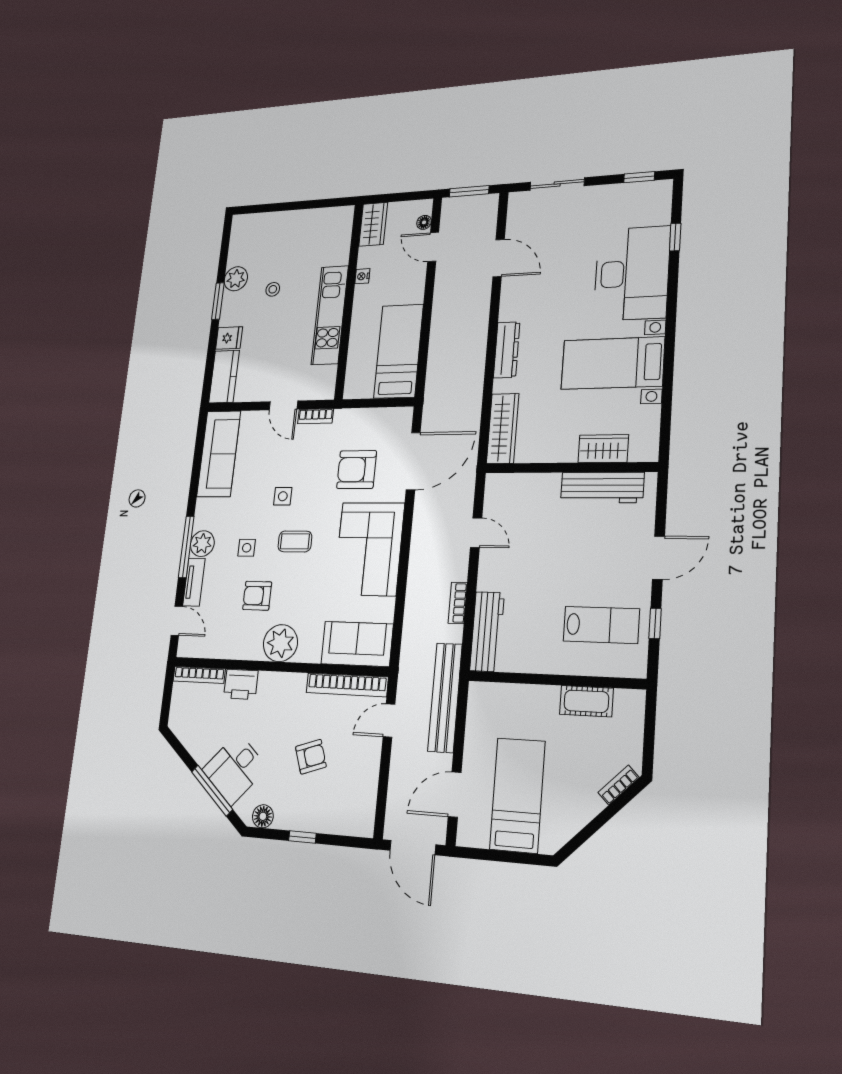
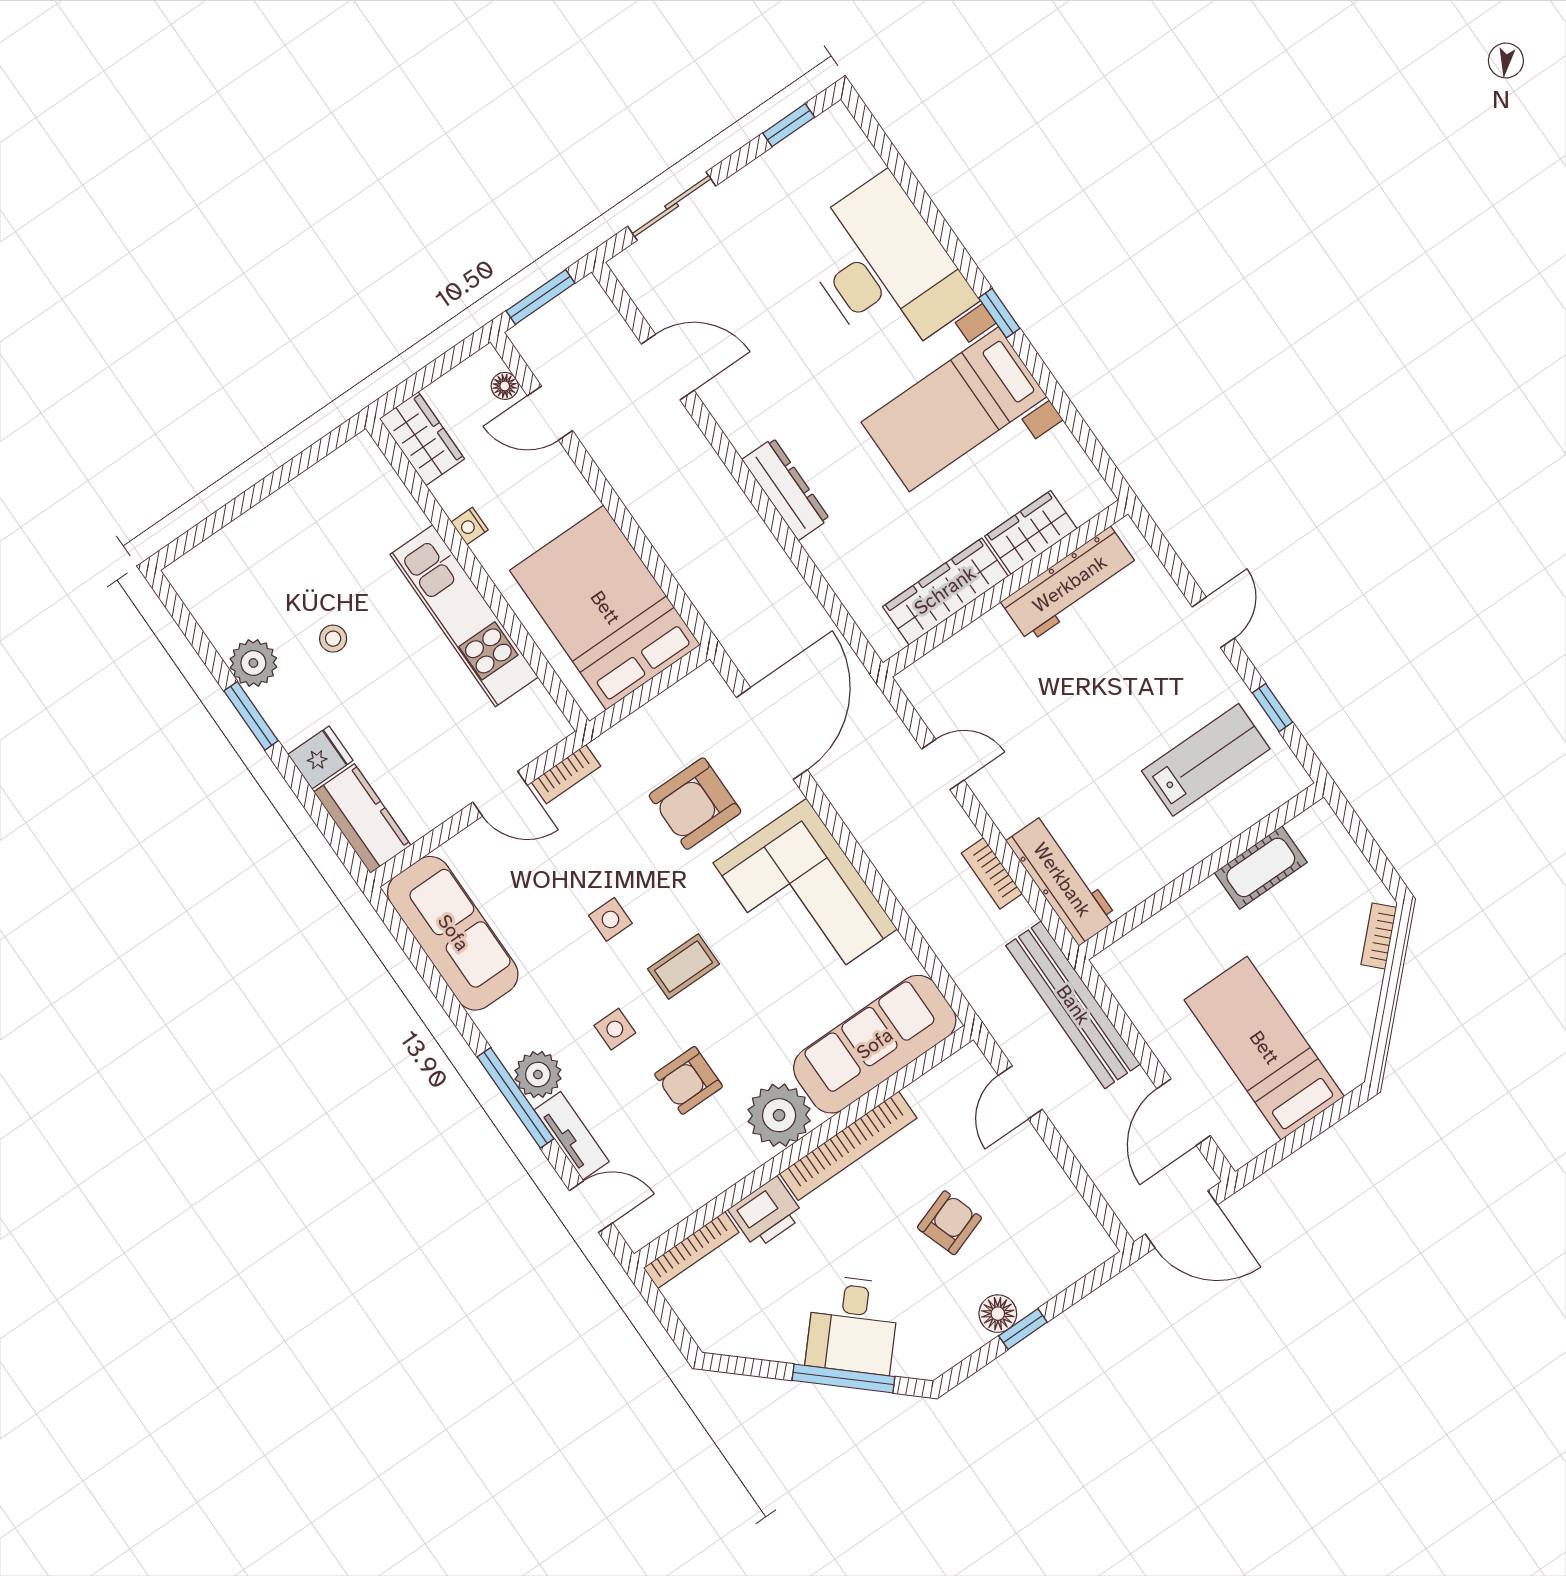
window: (675, 237) -> (999, 313), moved
bed: (399, 351) -> (605, 608), width x1.50
wardrobe: (503, 428) -> (945, 591), moved, turned -90
door: (658, 558) -> (1213, 622), width x0.73
sofa: (357, 644) -> (875, 1044), width x1.36
bookcase: (347, 685) -> (848, 1146), moved
floor lamp: (263, 816) -> (998, 1314), moved

